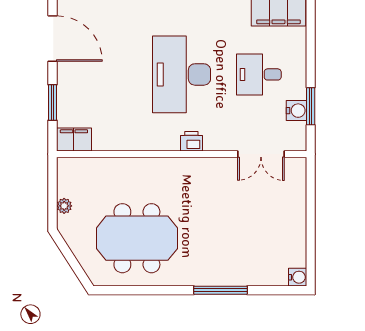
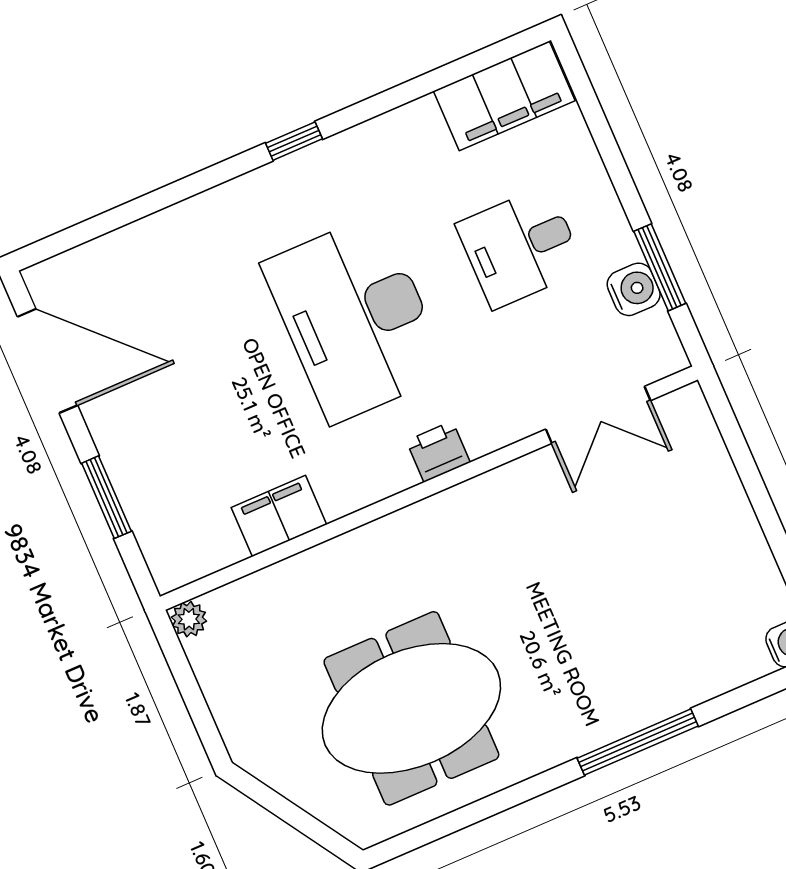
filing cabinet: (74, 139) -> (279, 516), moved
plant: (64, 206) -> (189, 619), moved

